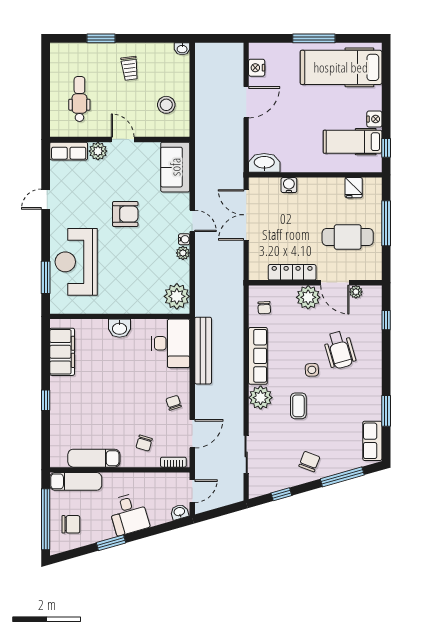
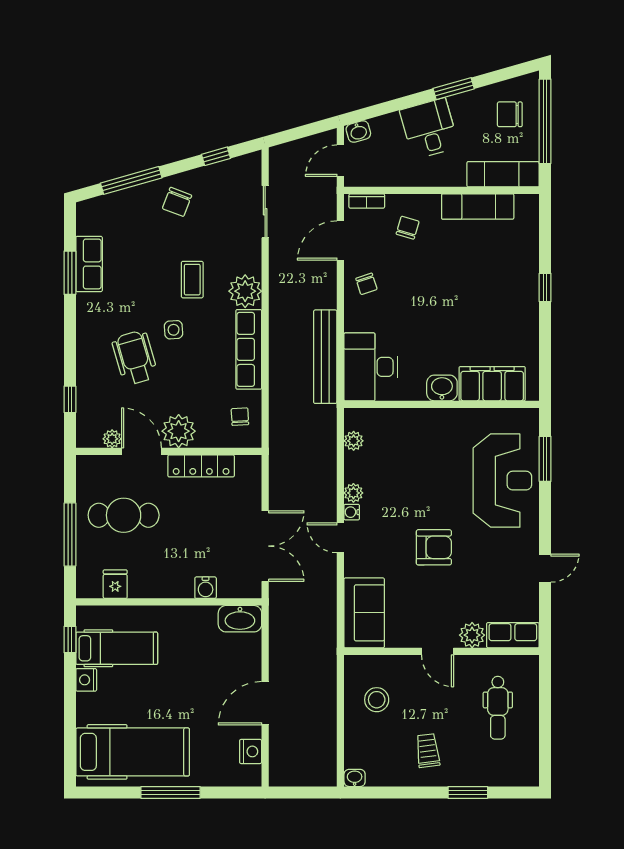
armchair: (125, 214) -> (434, 547), turned 180
plant: (177, 296) -> (354, 441), width x0.53, depth x0.53
filing cabinet: (62, 352) -> (492, 384), moved, turned 90
row of seats: (372, 441) -> (89, 264), moved

